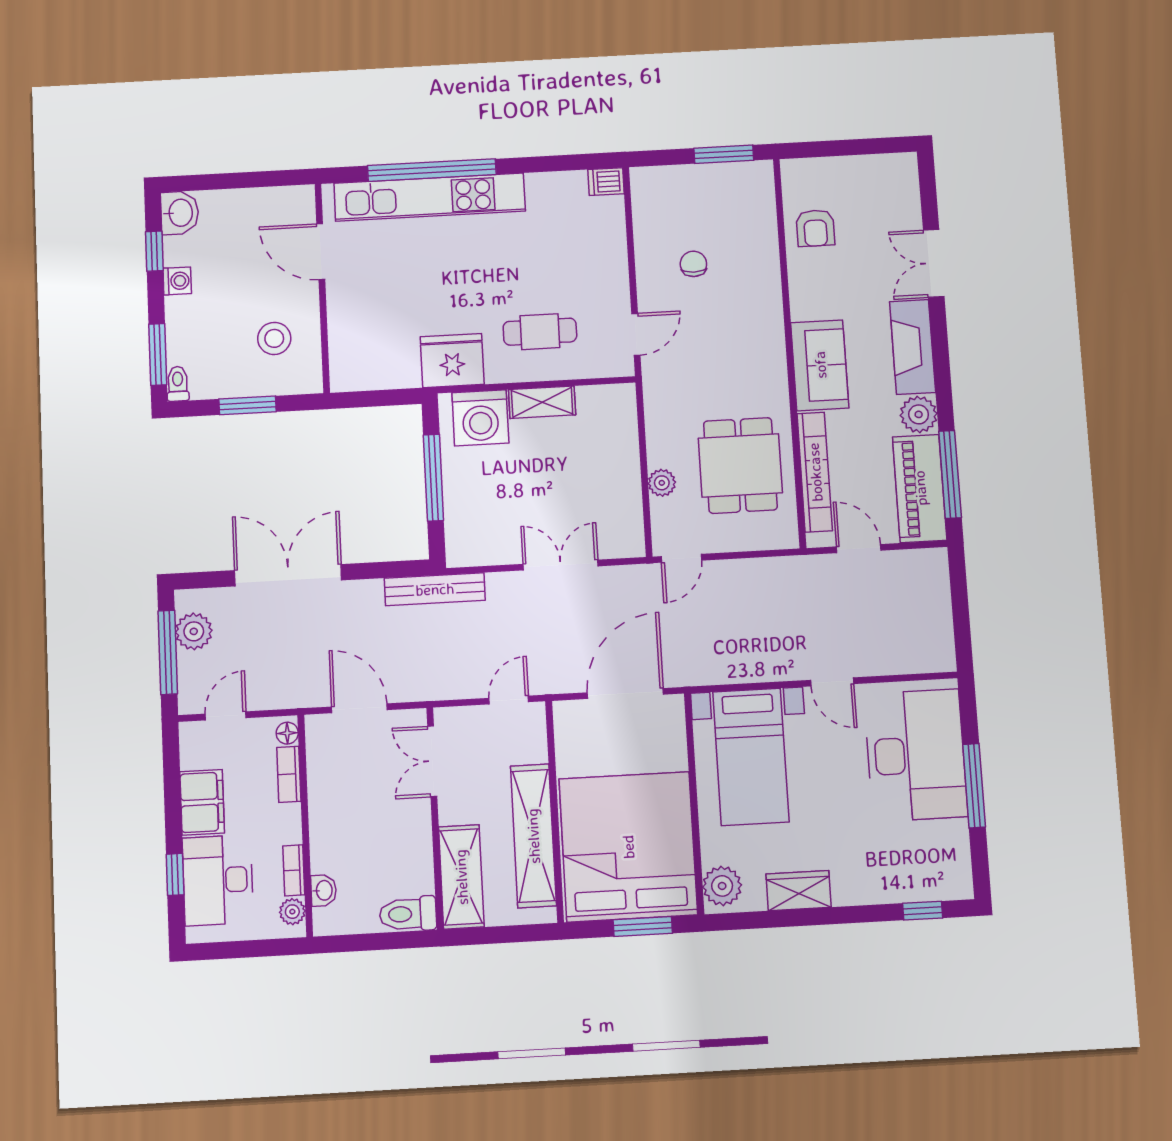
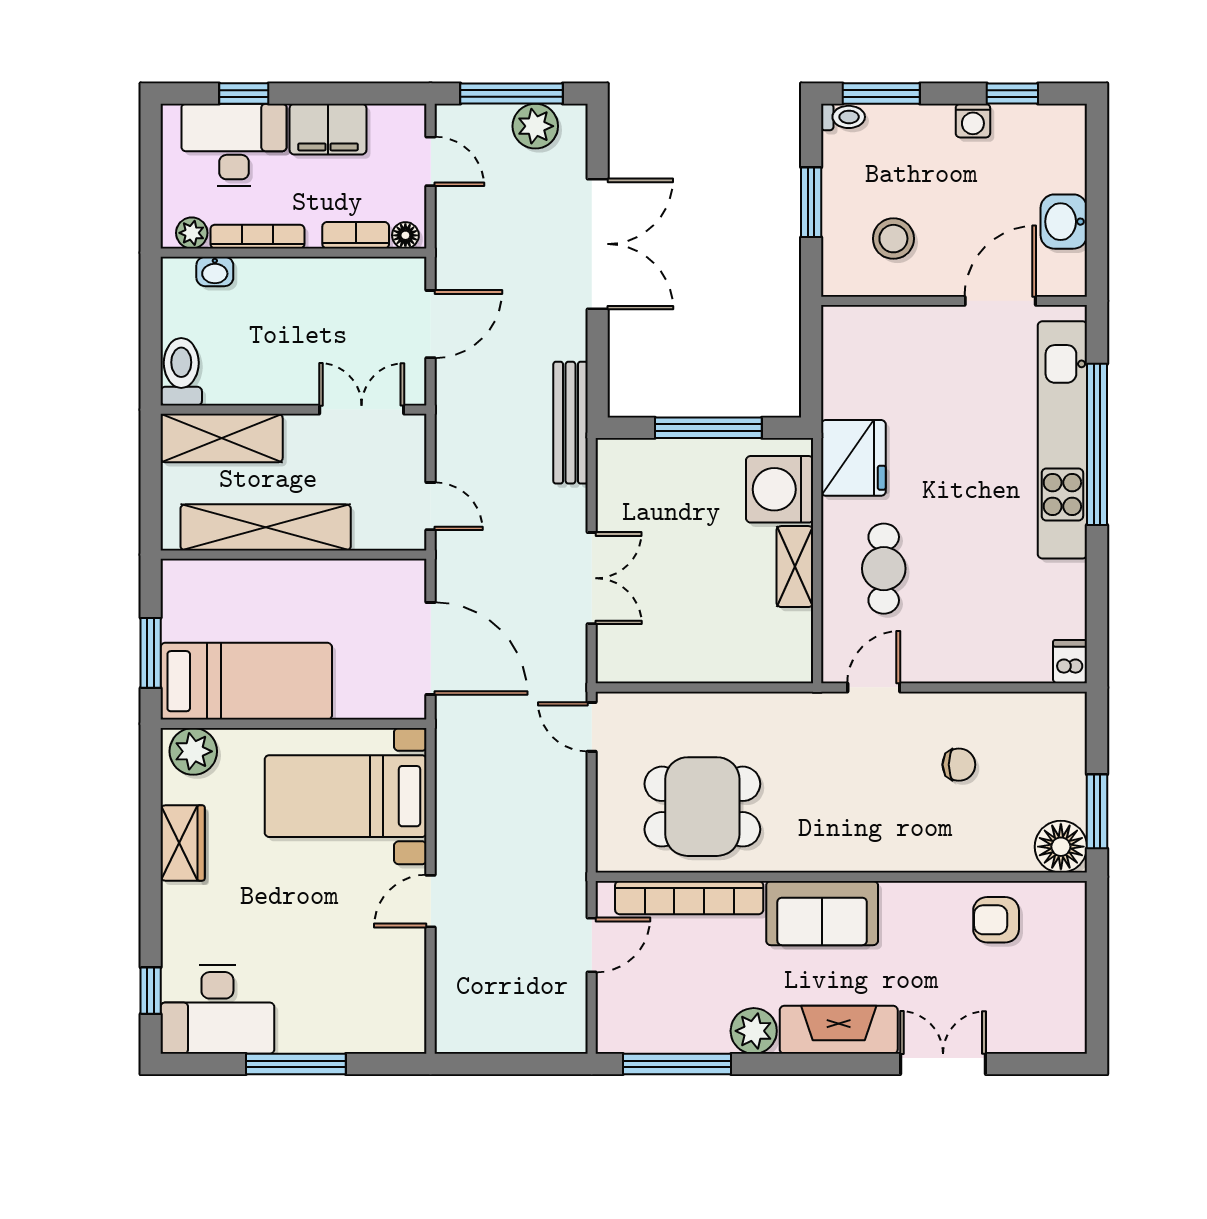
floor lamp: (754, 181) -> (1061, 847), added
washbasin: (180, 213) -> (1064, 222), moved, turned 90
door: (636, 334) -> (874, 687), swing flipped
plant: (662, 483) -> (686, 708), removed
piano: (920, 488) -> (662, 1025), removed
desk: (916, 755) -> (217, 1009), moved, width x0.73, depth x0.77
bed: (628, 847) -> (246, 681), width x0.49
bookcase: (294, 870) -> (257, 237), width x1.56

